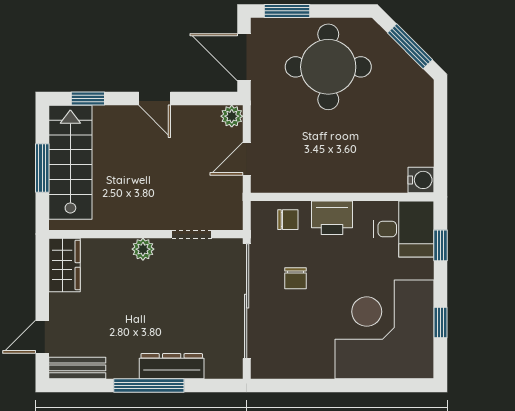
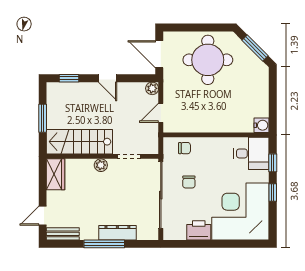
window: (287, 11) -> (184, 28), removed
stairs: (70, 162) -> (79, 142), moved, turned -90
printer: (332, 218) -> (199, 230), moved, turned 180
window: (441, 323) -> (273, 193), moved

